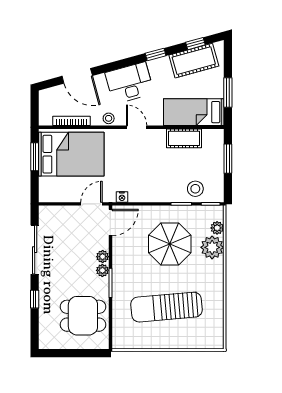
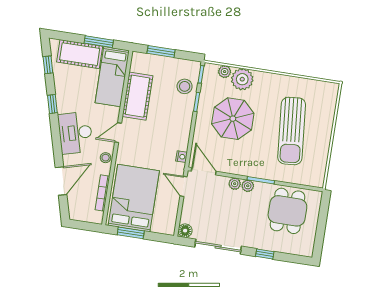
cot: (194, 61) -> (80, 54), moved, turned -75
cot: (184, 138) -> (138, 96), width x1.37, depth x1.34
floor lamp: (46, 213) -> (185, 231), added

